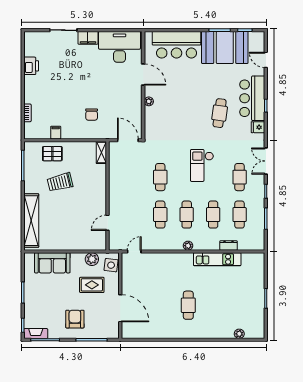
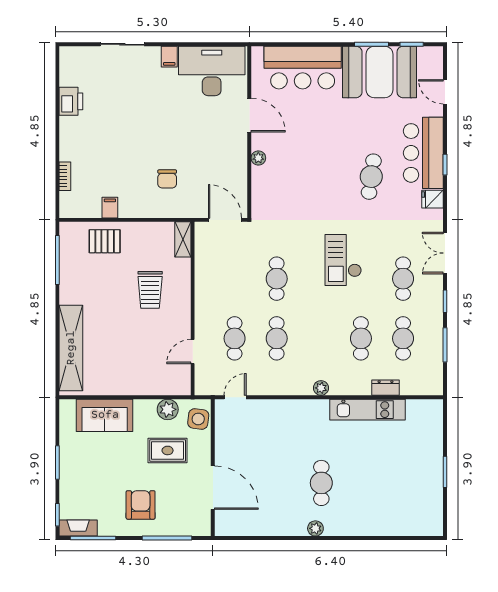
filing cabinet: (88, 38) -> (169, 57), width x0.50
trolley: (60, 182) -> (150, 290), moved, turned -76
cafe table: (187, 215) -> (235, 338), moved
plant: (239, 334) -> (315, 528), moved

